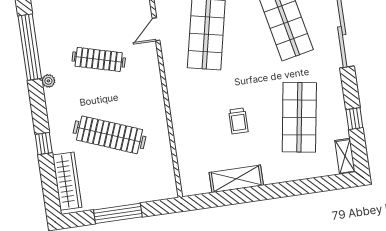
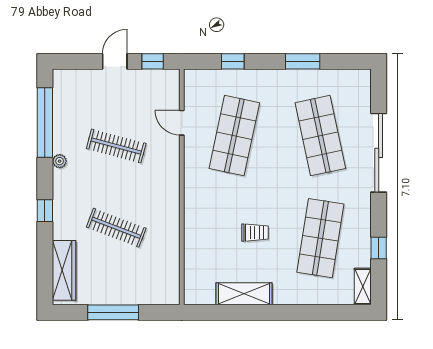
door: (156, 29) -> (182, 123), hinge flipped
trolley: (238, 121) -> (255, 233), turned -90
clothes rail: (110, 135) -> (116, 228), width x0.73, depth x0.76
window: (44, 143) -> (45, 211), moved

